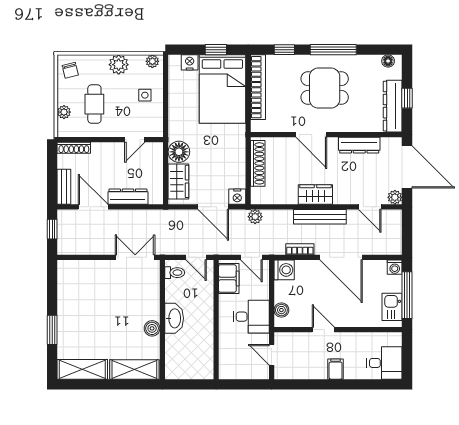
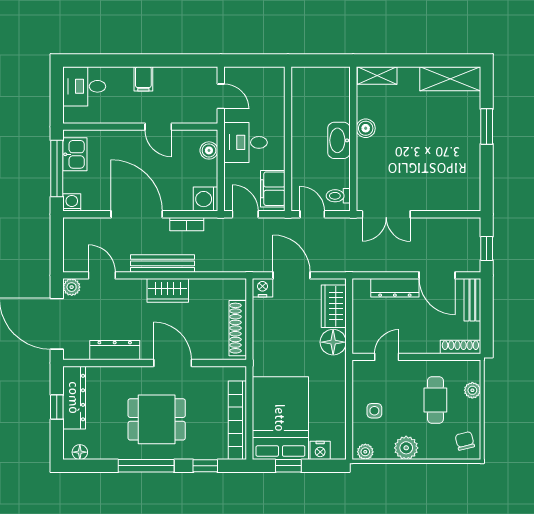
plant: (255, 217) -> (241, 264), removed
shelving: (134, 369) -> (377, 75), width x0.67, depth x0.75

